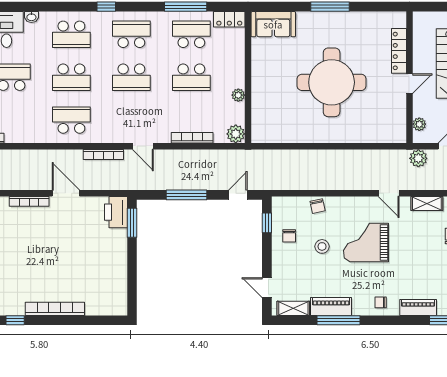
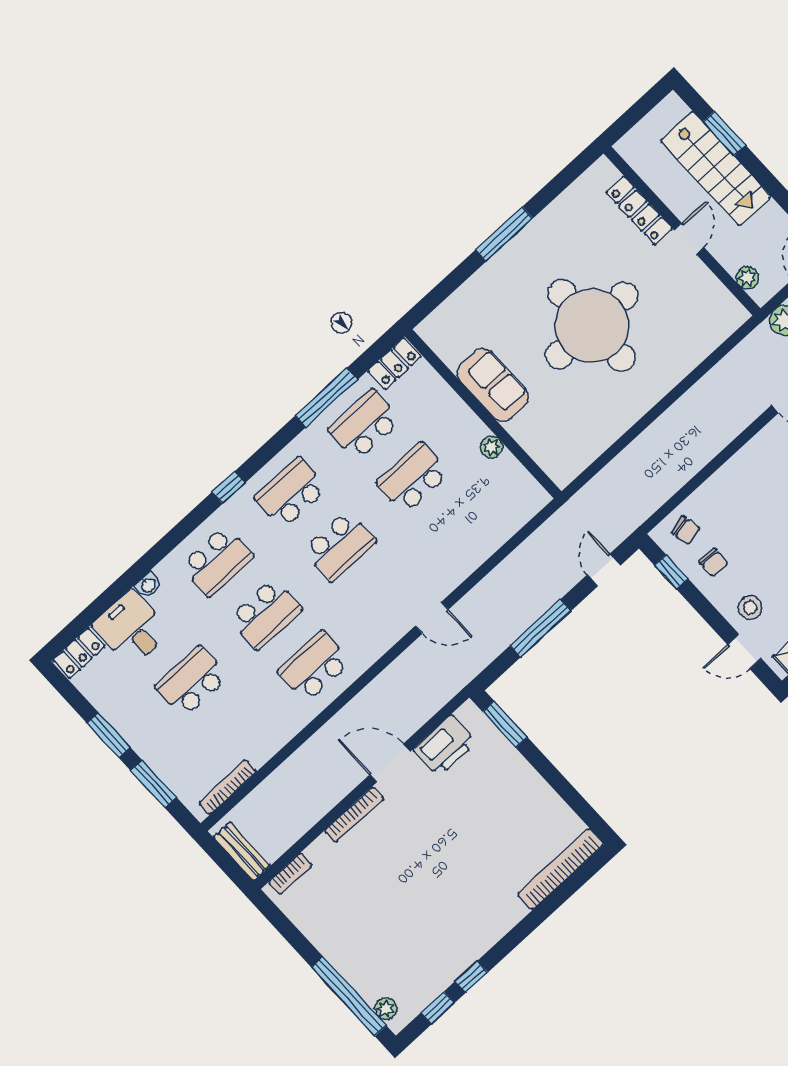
sofa: (273, 24) -> (493, 385), moved, turned -90
school desk: (191, 77) -> (413, 478), turned 180
plant: (236, 134) -> (532, 498), removed
bookcase: (192, 138) -> (483, 552), removed
bookcase: (103, 154) -> (392, 673), removed
chair: (318, 206) -> (686, 530), moved
printer: (116, 212) -> (445, 746), moved, turned -90
stool: (322, 246) -> (750, 608), moved
bookcase: (55, 309) -> (561, 869), moved

